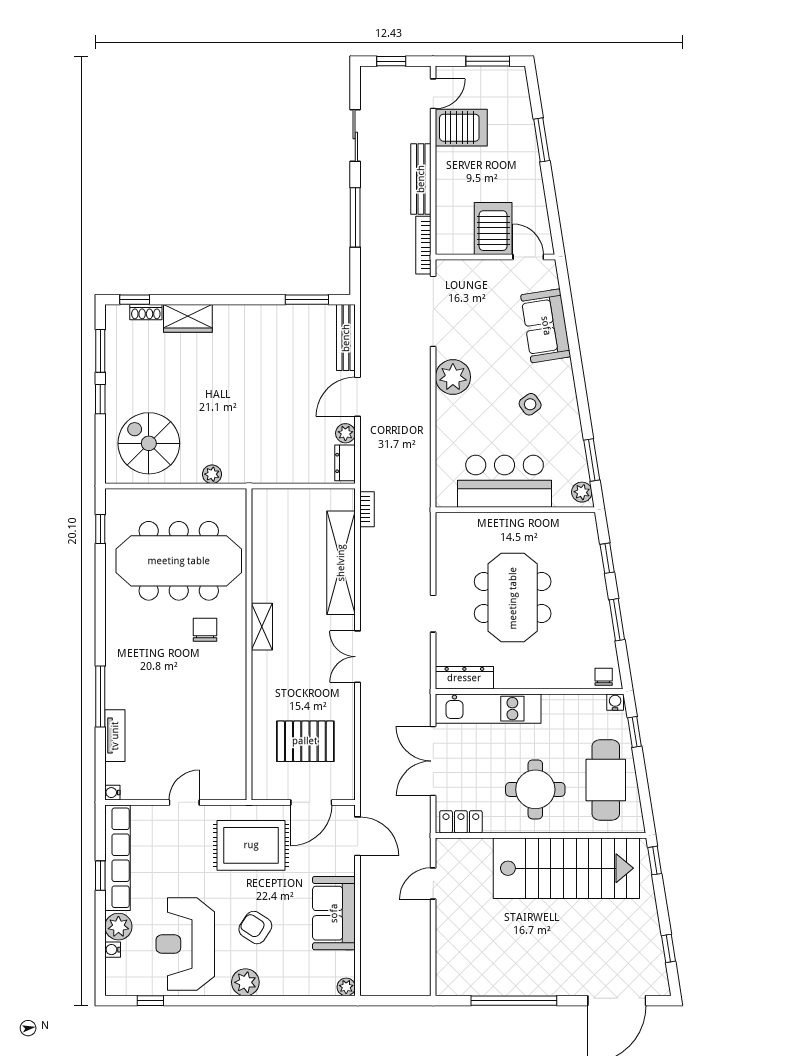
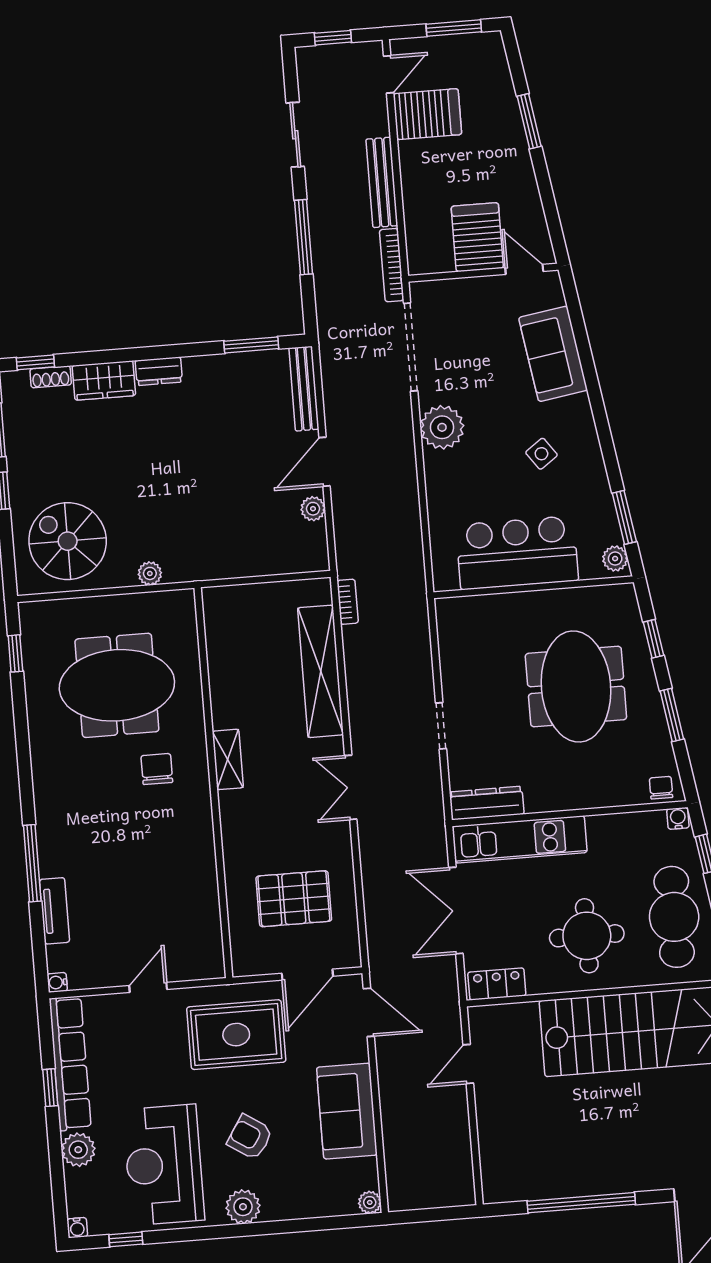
dresser: (345, 463) -> (159, 371), moved, turned -90
meeting table: (179, 561) -> (117, 685), width x0.73
meeting table: (513, 598) -> (576, 687), moved
water cooler: (113, 950) -> (77, 1228), moved, turned -90

